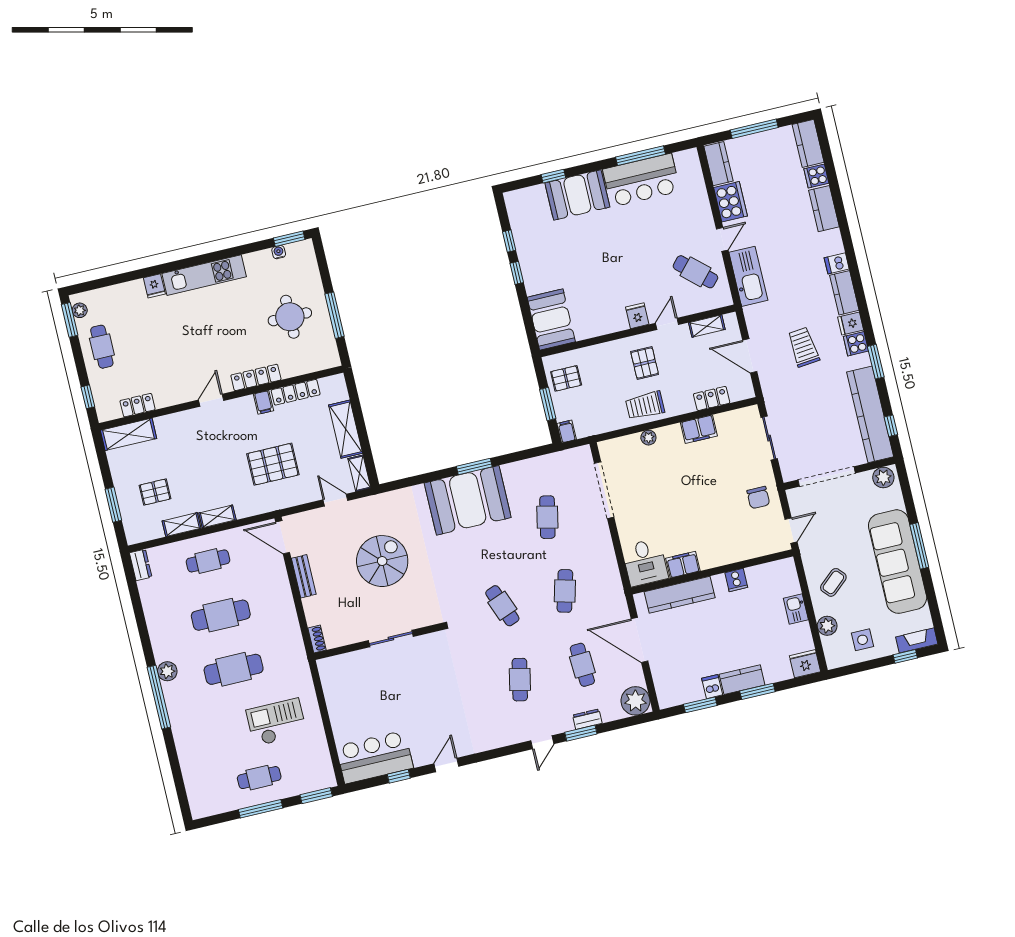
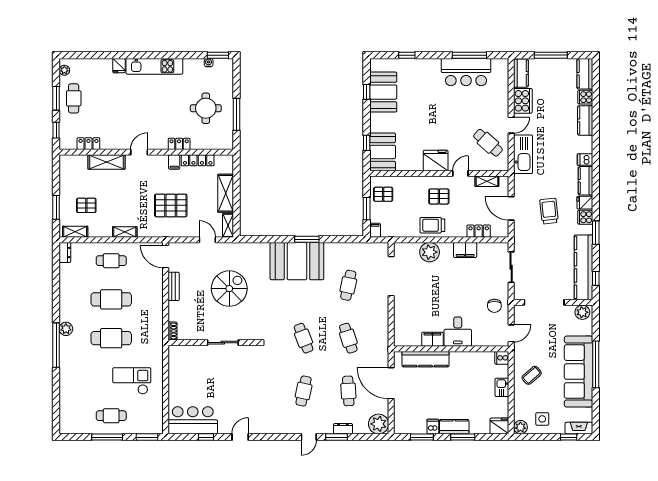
booth: (577, 195) -> (383, 92), moved, turned 90
window: (517, 273) -> (367, 143), moved
fridge: (637, 316) -> (436, 161), width x1.88, depth x1.34
window: (70, 320) -> (56, 98), moved
pallet: (645, 363) -> (439, 196), turned 90
locker: (256, 377) -> (179, 144), width x0.66
shelving: (129, 434) -> (107, 162), moved
plant: (648, 438) -> (430, 252), width x1.87, depth x1.87
shelving: (182, 525) -> (75, 232), moved
window: (919, 546) -> (596, 364), width x1.46
desk: (645, 562) -> (458, 332), moved
cooker: (736, 580) -> (502, 358), moved, turned 90
cafe table: (565, 591) -> (348, 338), turned -33
plant: (827, 626) -> (521, 427), moved

